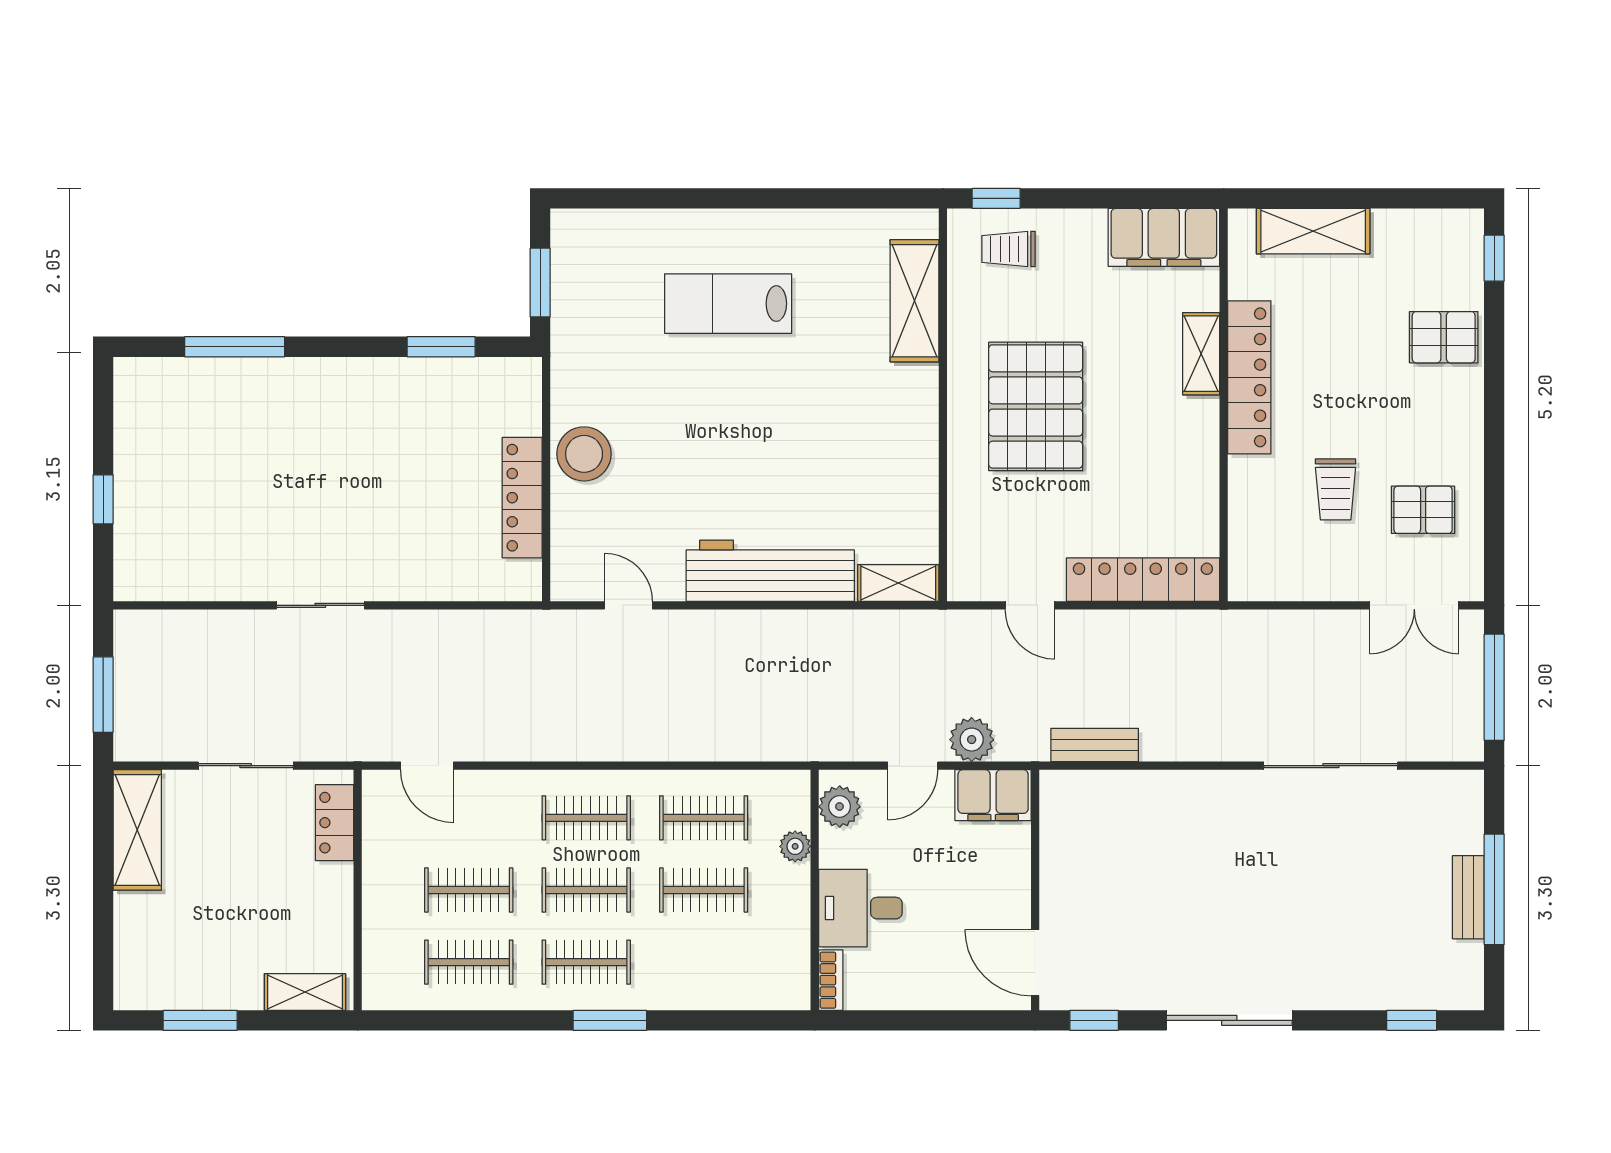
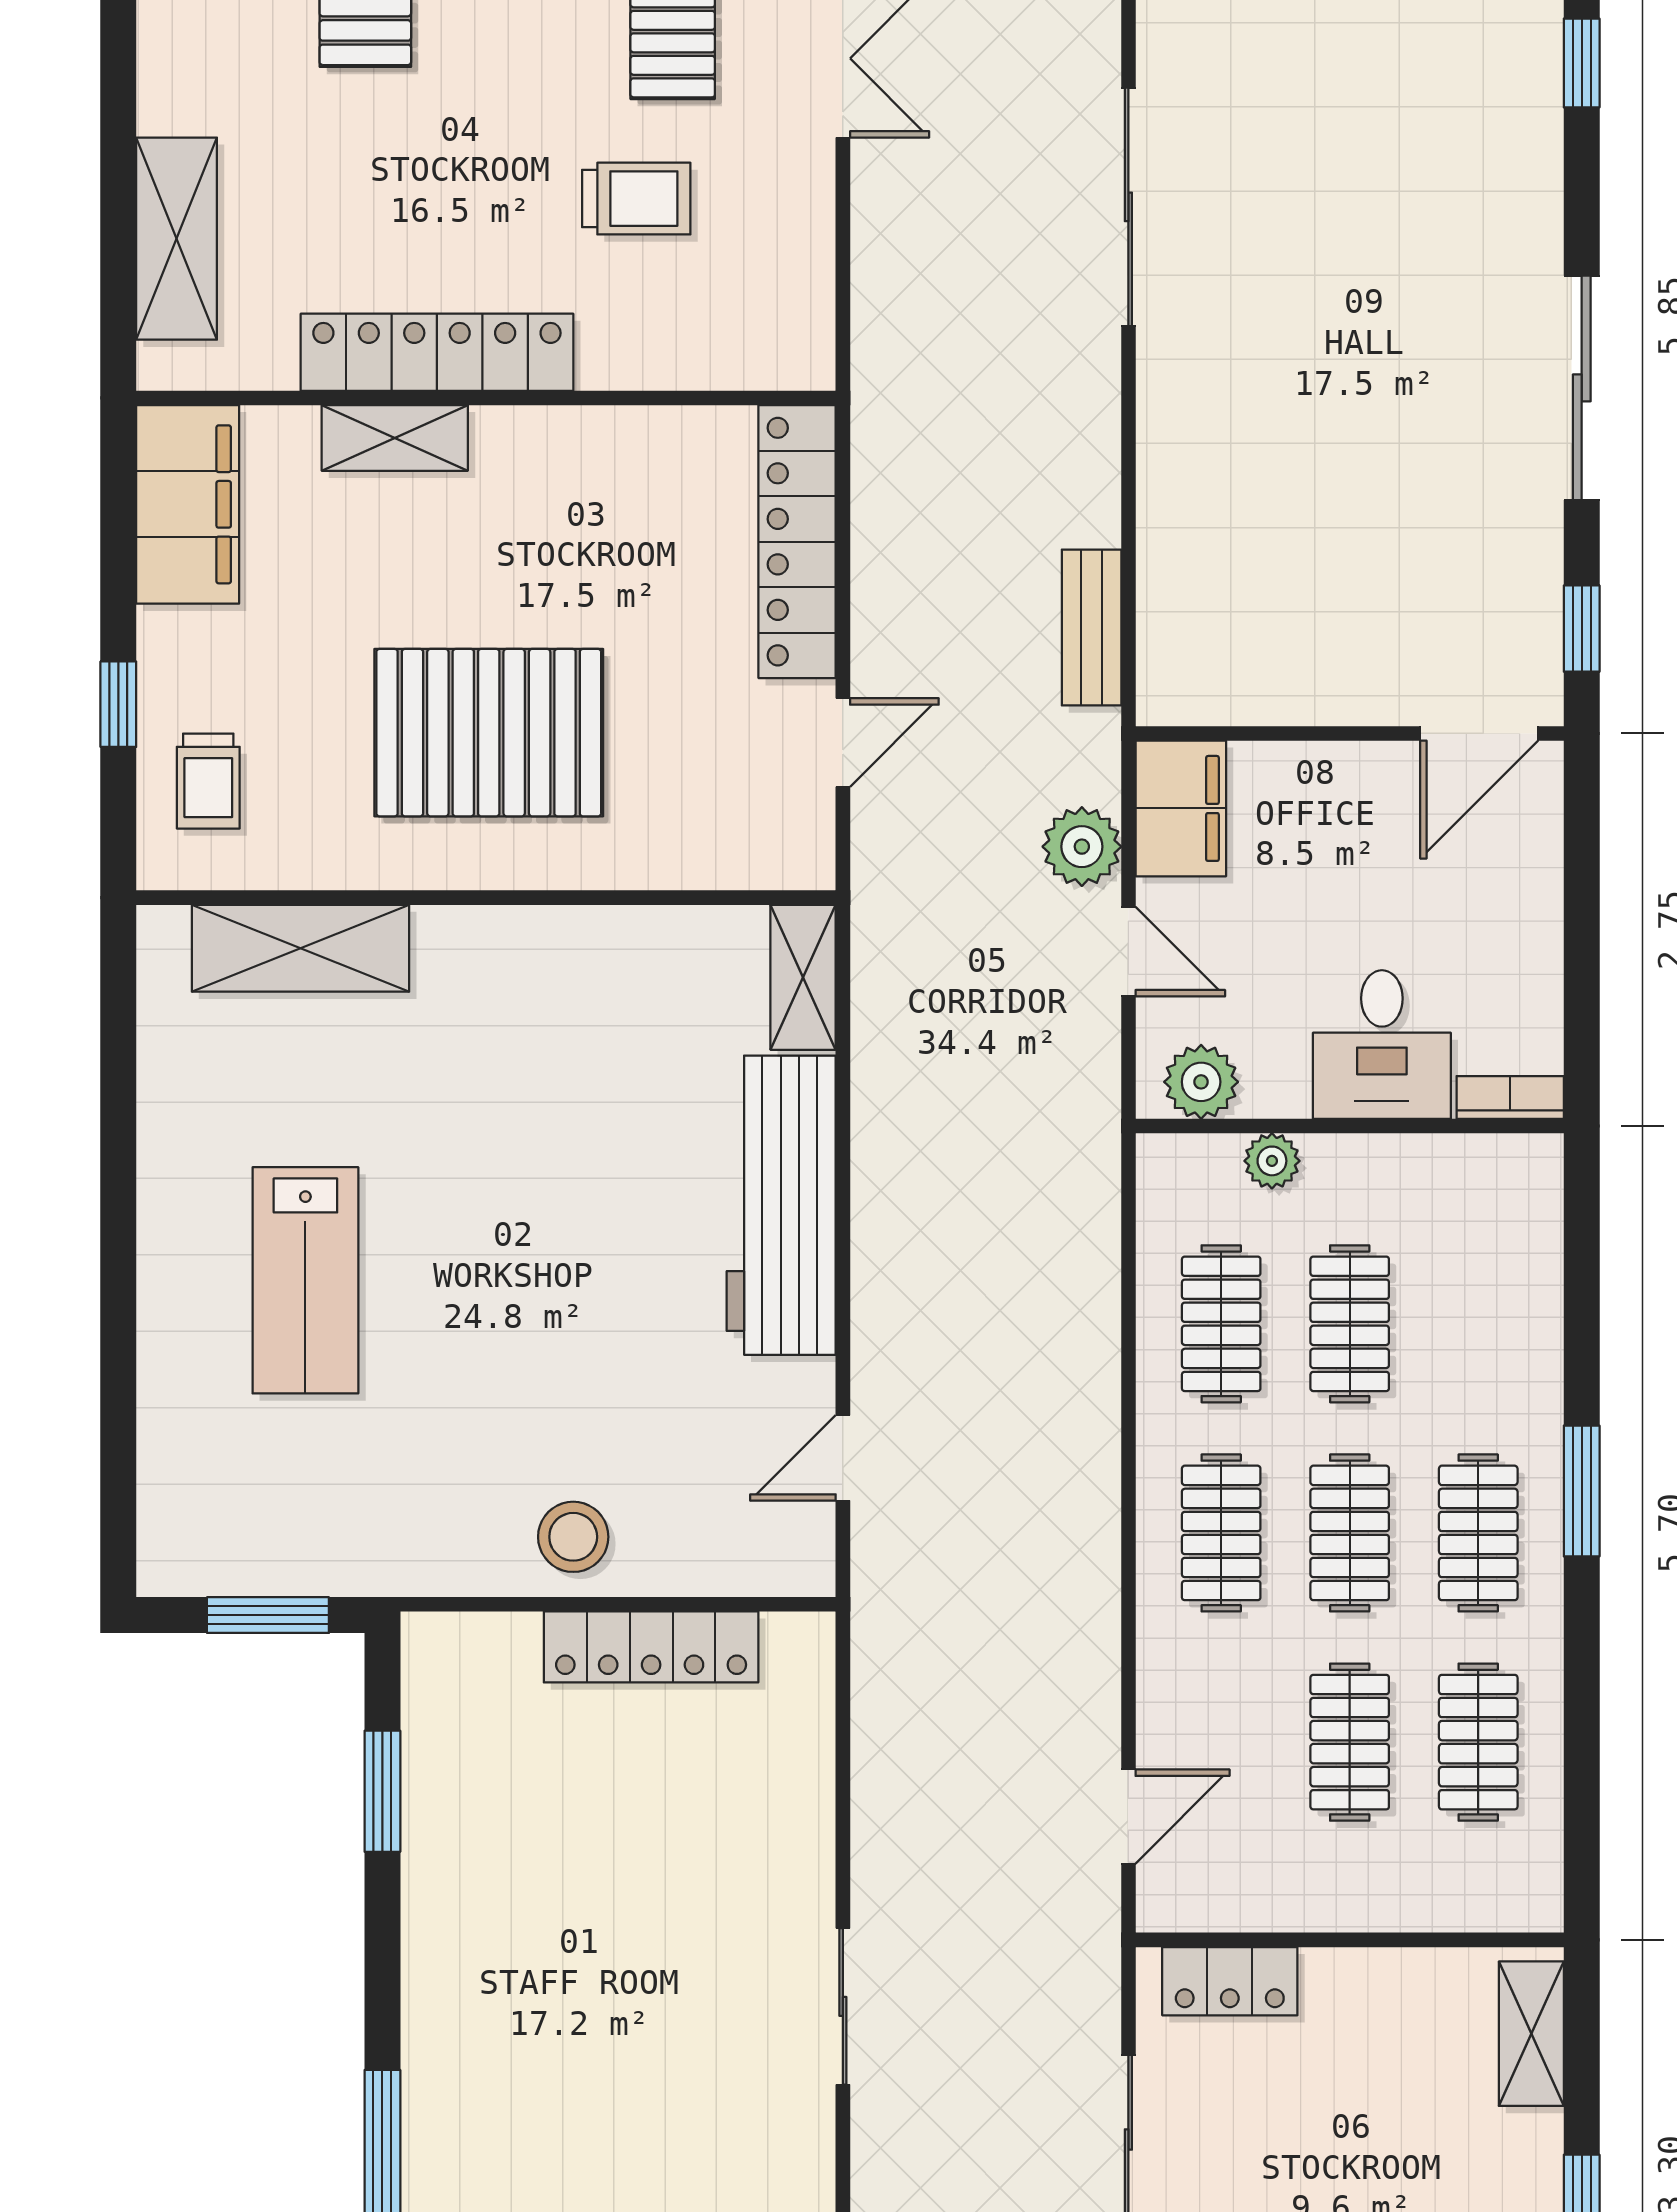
window: (996, 198) -> (118, 704), moved
stool: (584, 454) -> (573, 1537), width x0.73, depth x0.73

